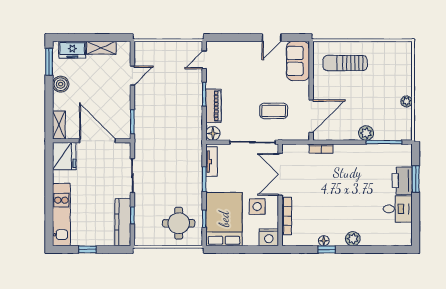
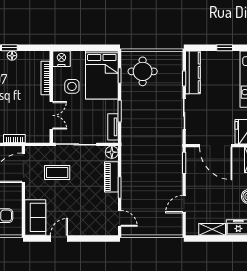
door: (204, 60) -> (120, 218), hinge flipped
double door: (280, 174) -> (51, 115), width x0.73

